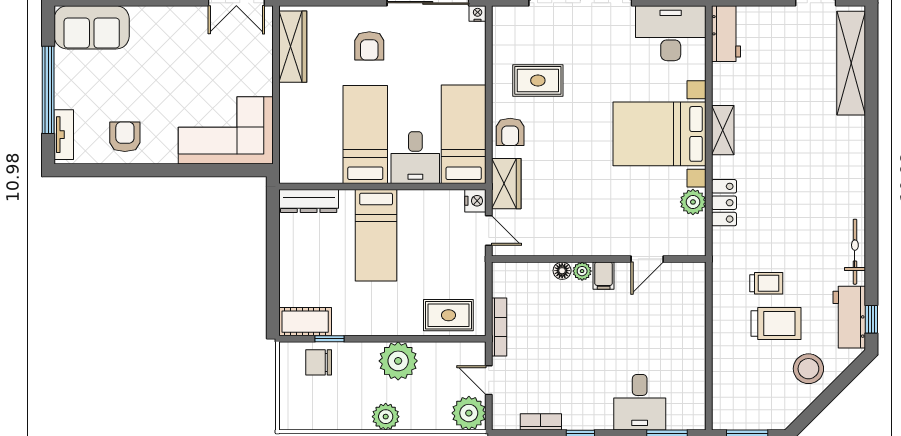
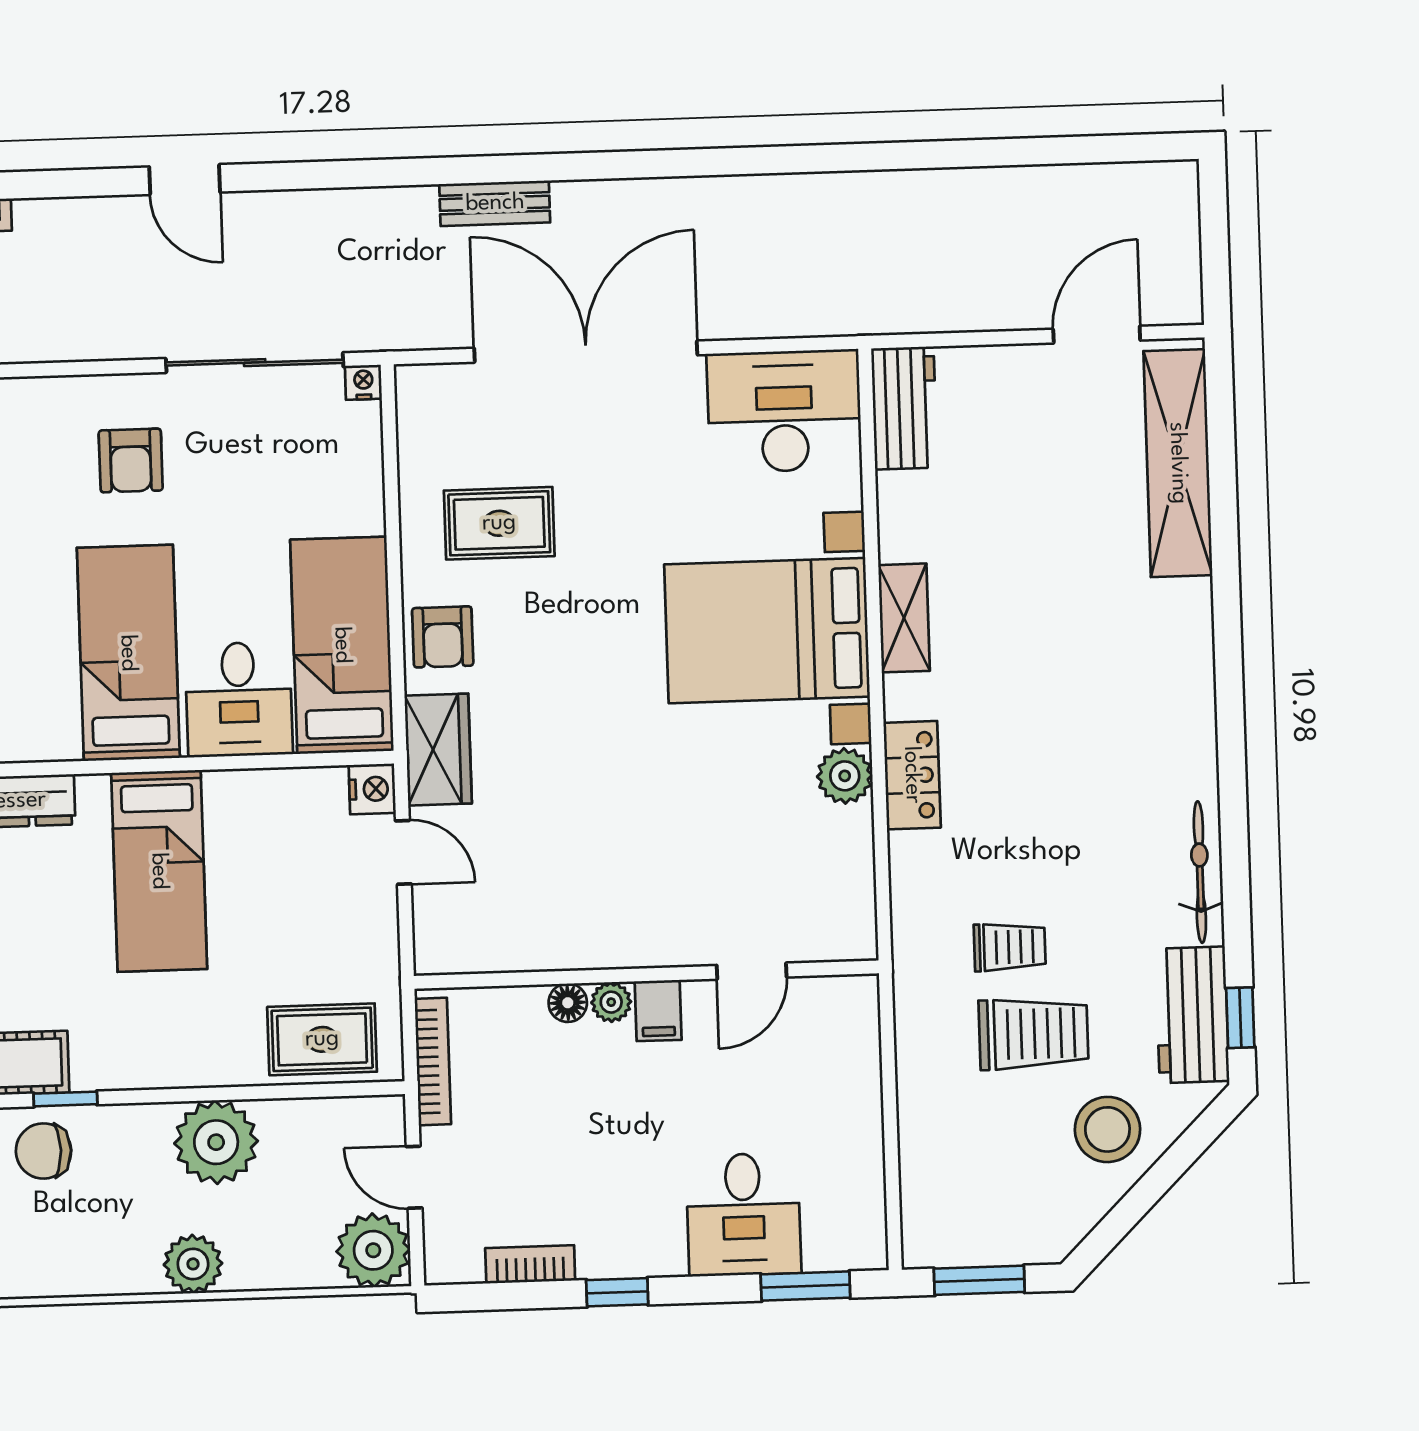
wall: (599, 259) -> (646, 975), moved
door: (647, 259) -> (752, 971), moved
floor lamp: (562, 271) -> (568, 1003), moved
plant: (582, 271) -> (611, 1002), moved
filing cabinet: (604, 276) -> (658, 1011), moved

